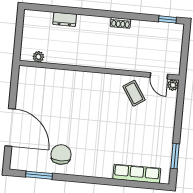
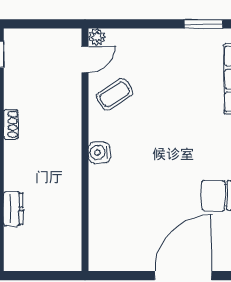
plant: (38, 57) -> (73, 243), removed
water cooler: (97, 79) -> (99, 152), added

